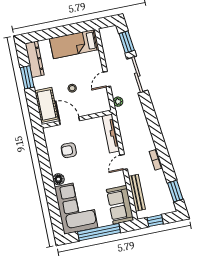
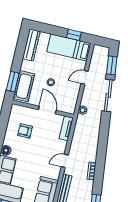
window: (73, 29) -> (74, 35), added
window: (27, 77) -> (13, 82), moved
door: (107, 79) -> (84, 77), moved
door: (69, 121) -> (47, 110), moved
tv unit: (111, 133) -> (66, 128), width x0.71

